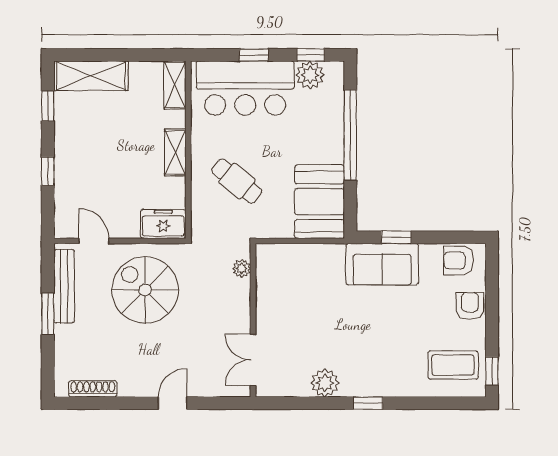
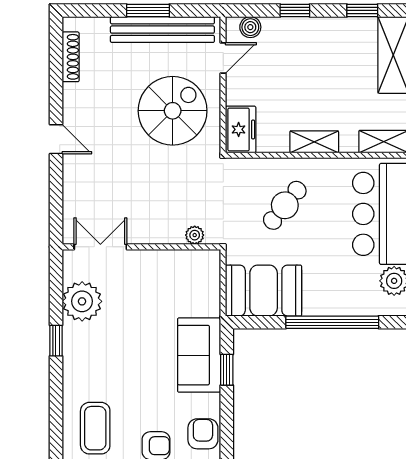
boiler: (64, 214) -> (250, 27), added
plant: (242, 269) -> (195, 235), moved
bench: (64, 286) -> (162, 30), width x1.37, depth x1.21
wall: (253, 320) -> (141, 247), moved
double door: (253, 360) -> (100, 247), moved
plant: (325, 383) -> (82, 301), width x1.36, depth x1.36

